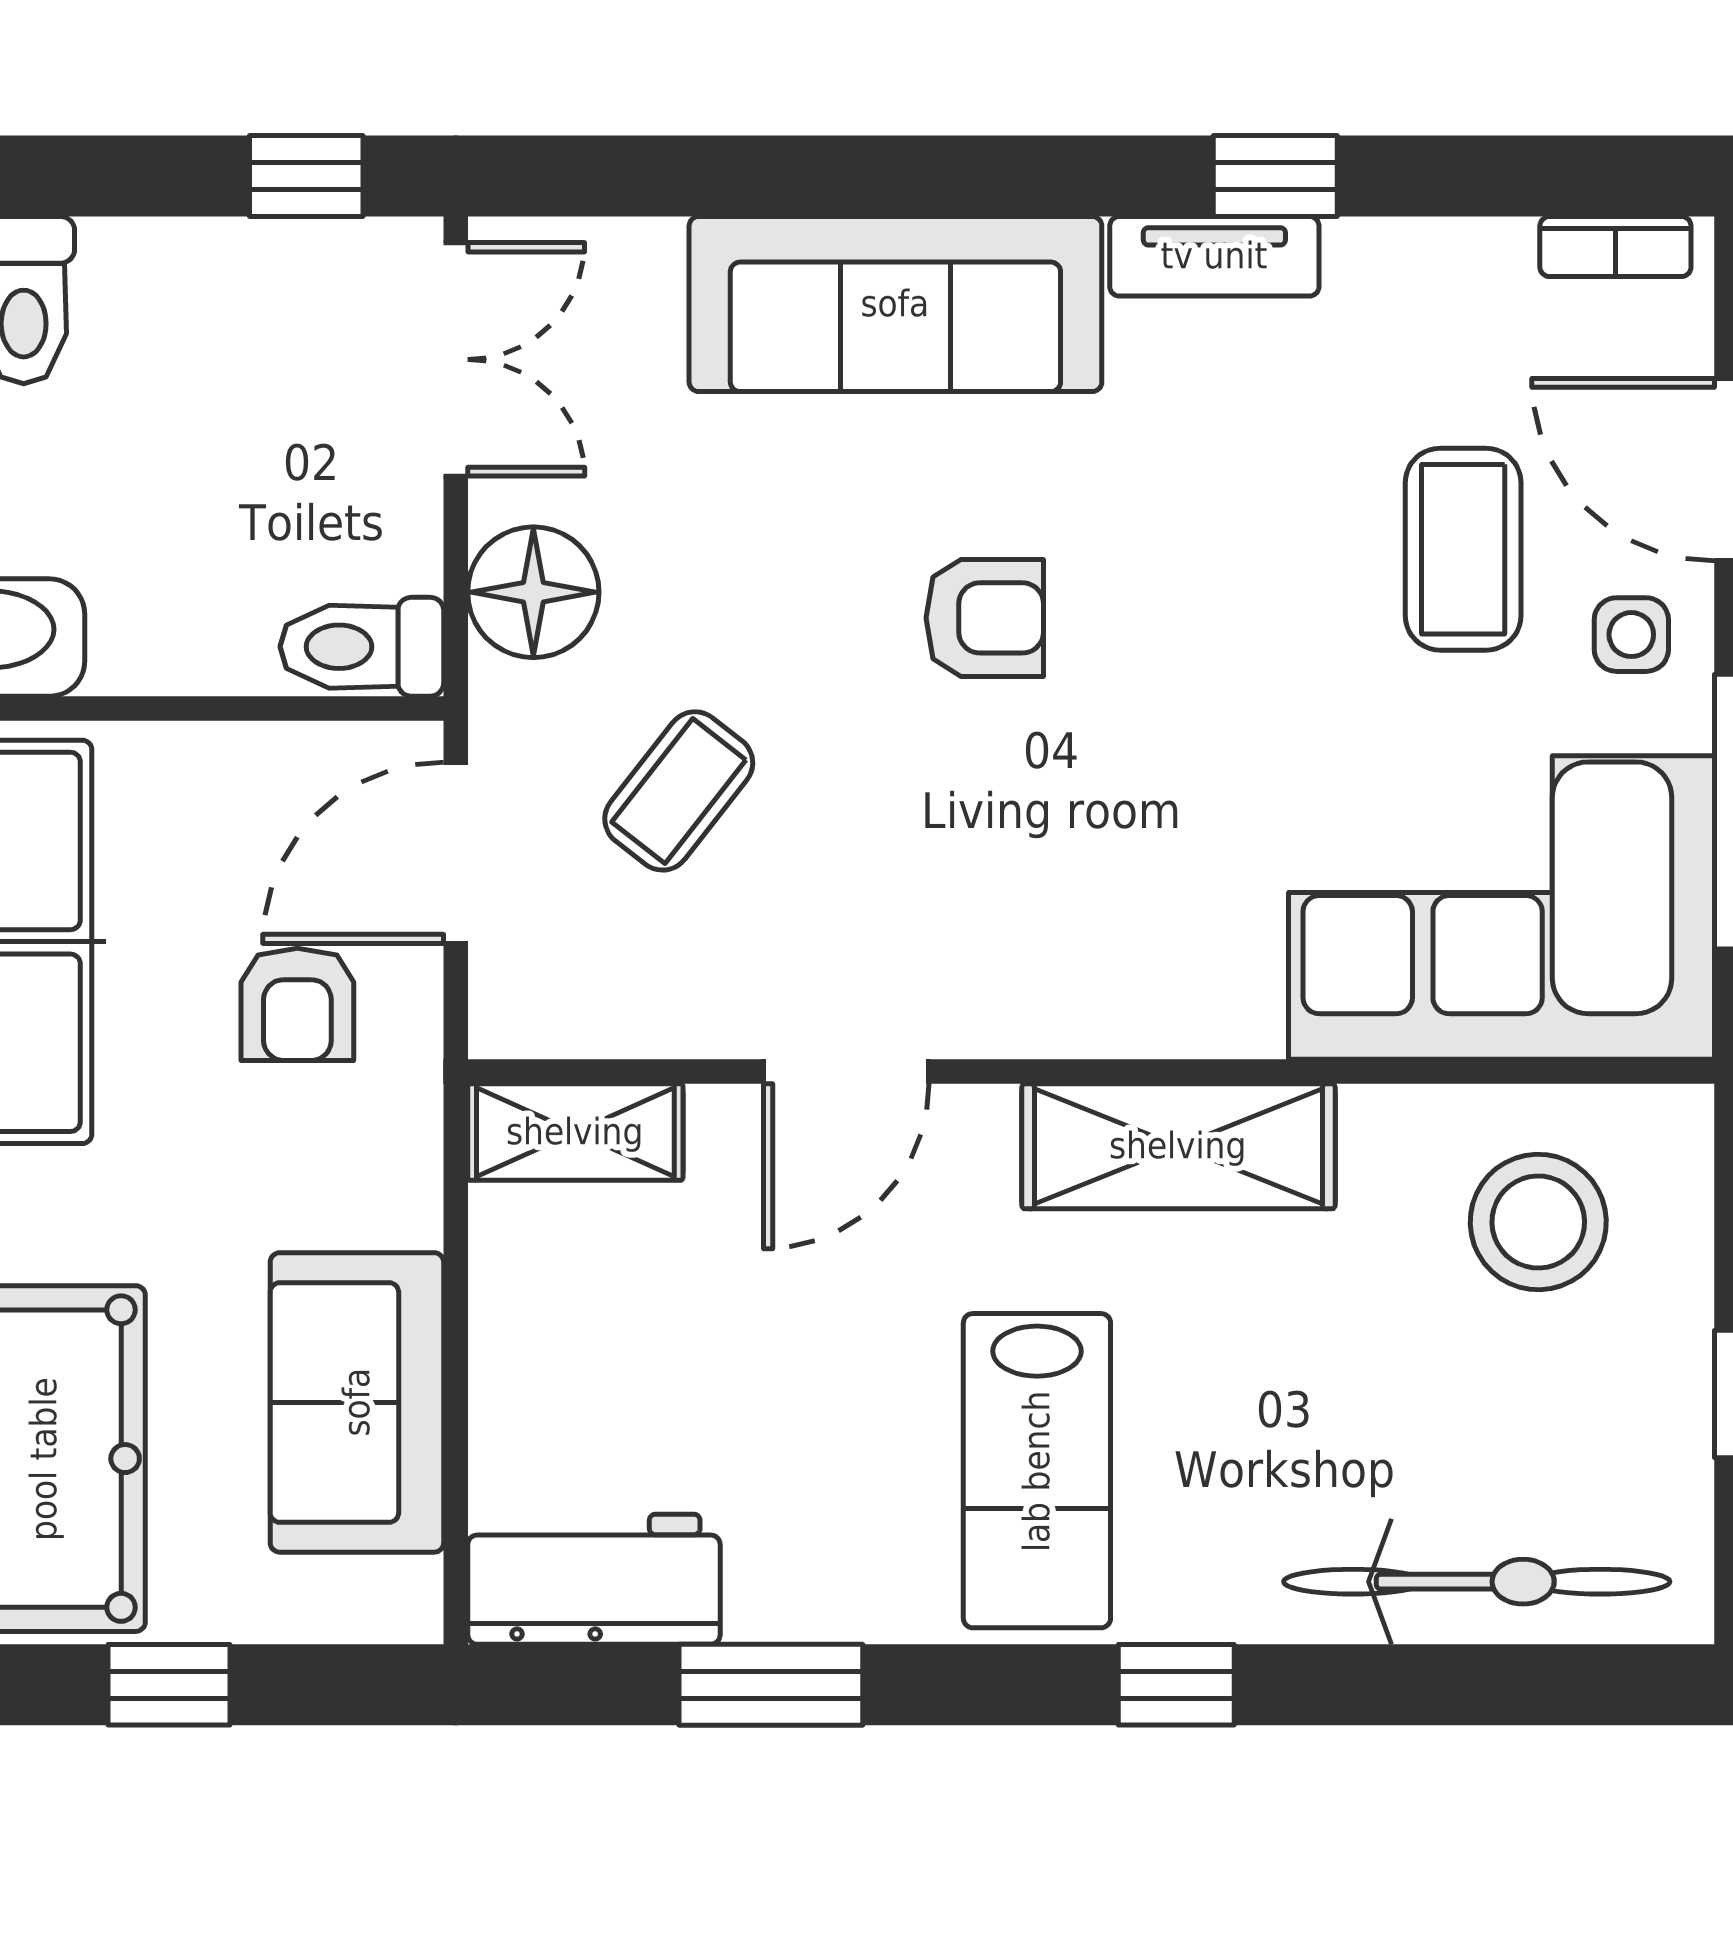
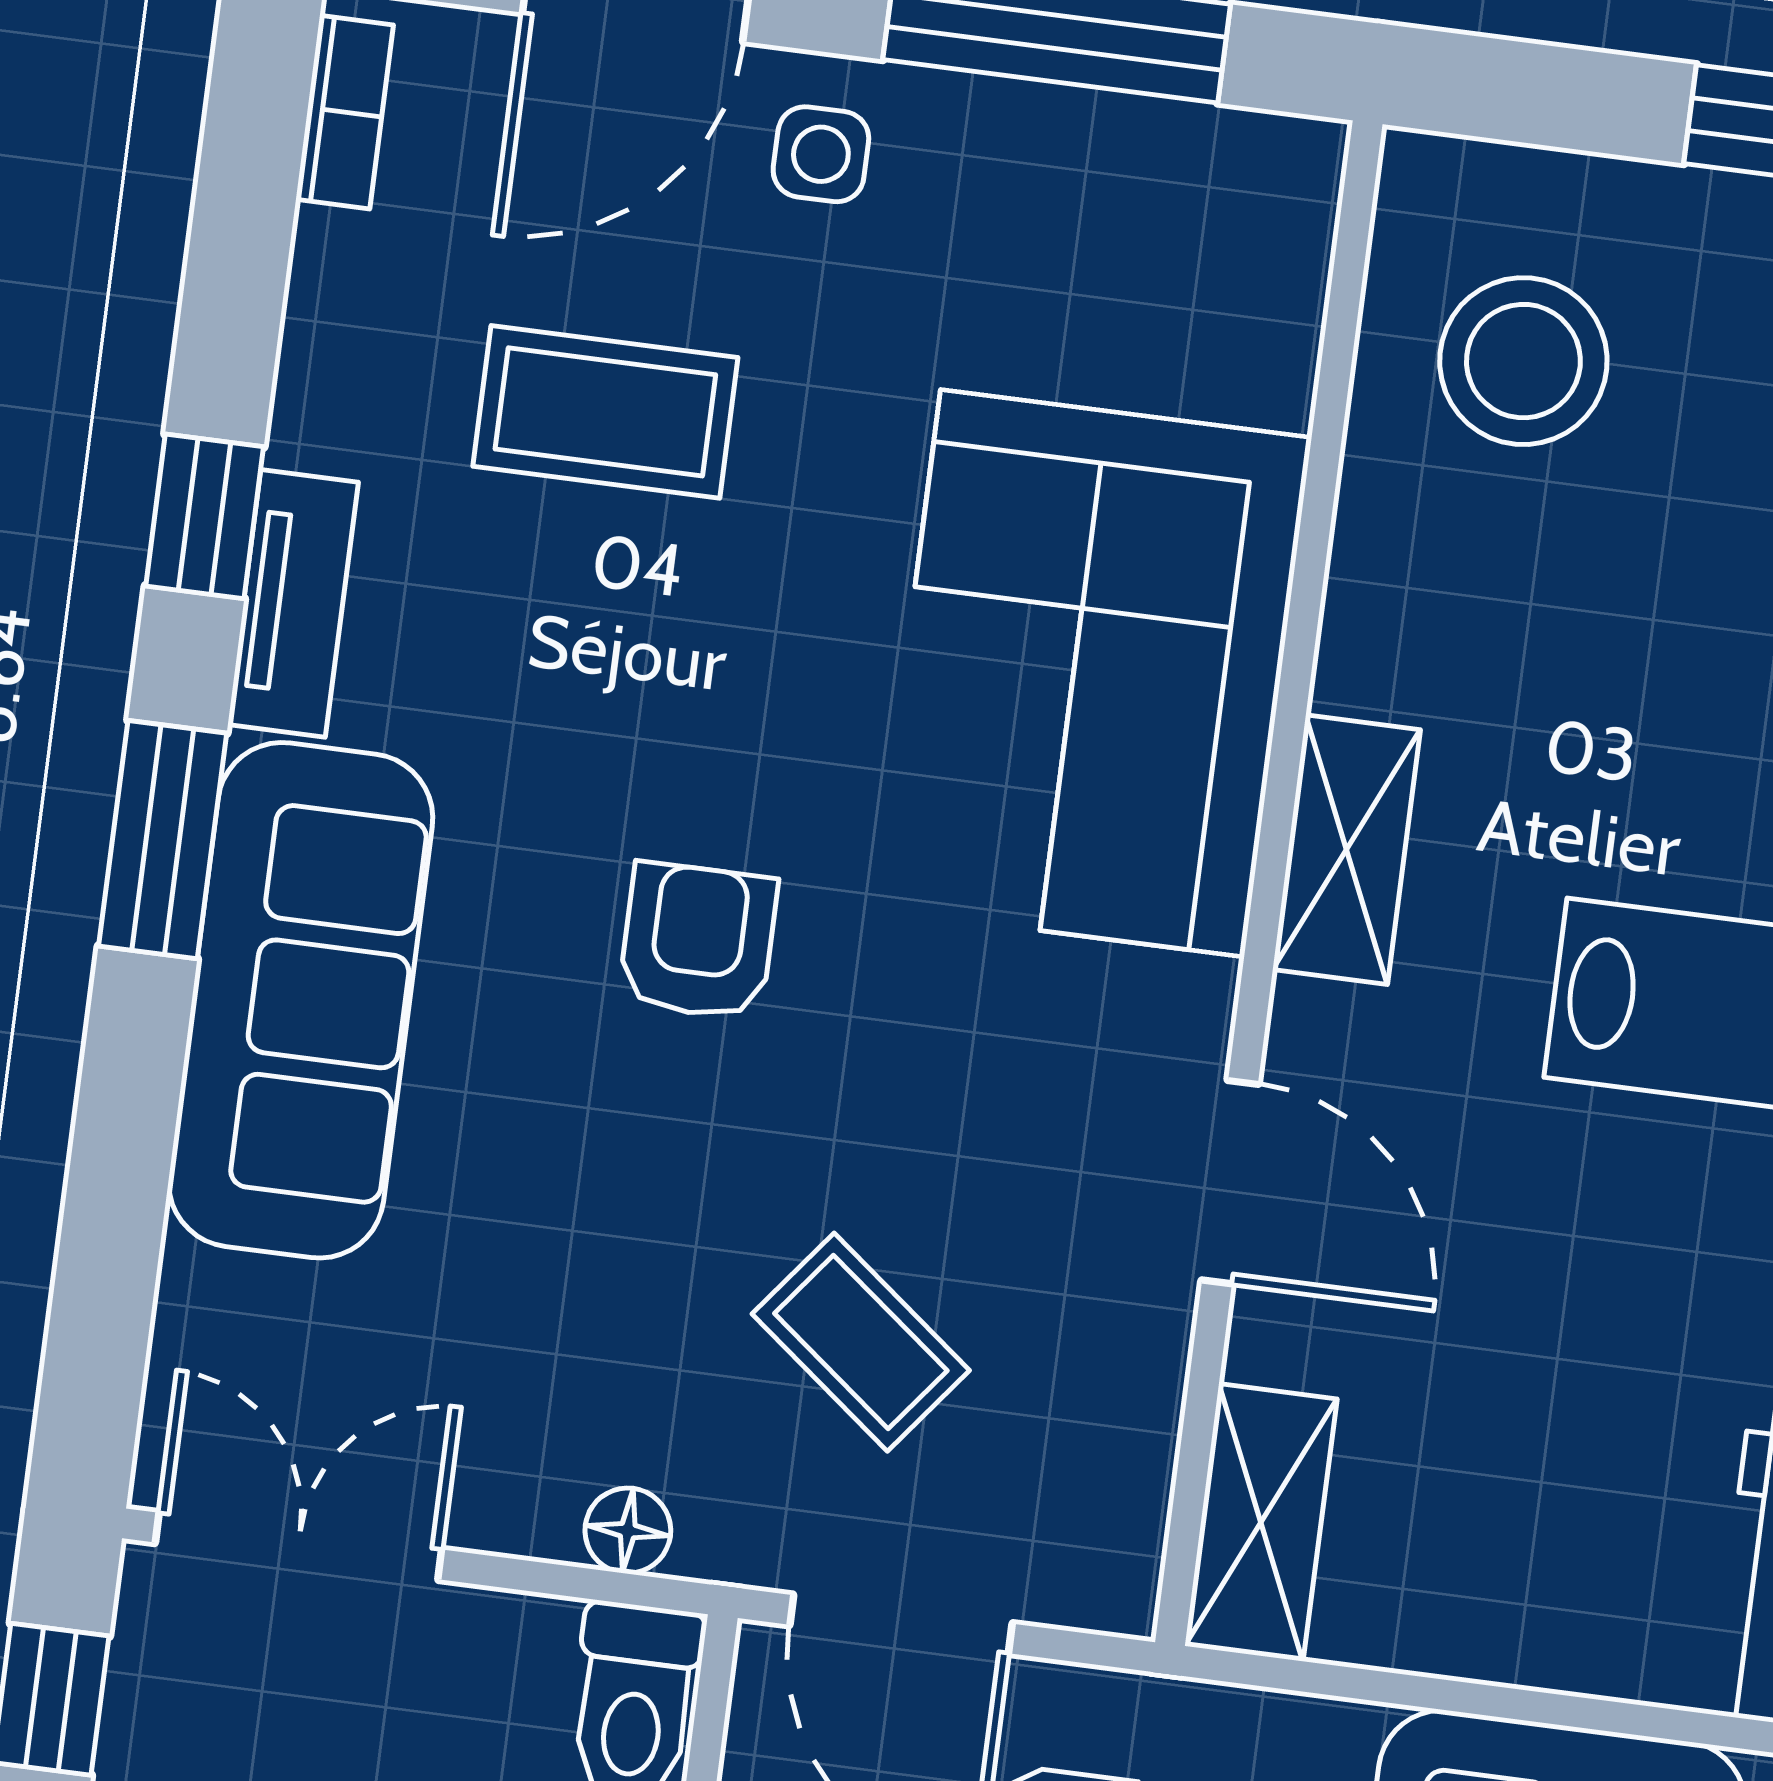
window: (1010, 176) -> (163, 840), added
coffee table: (1463, 549) -> (605, 412), moved
floor lamp: (533, 592) -> (628, 1531), width x0.53, depth x0.53
corner sofa: (1501, 908) -> (1092, 673), moved
shelving: (1178, 1146) -> (1347, 850), width x0.67, depth x0.75

